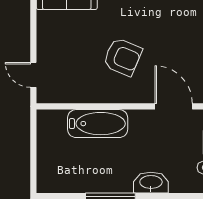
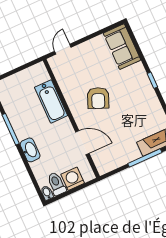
door: (174, 106) -> (82, 143), hinge flipped

